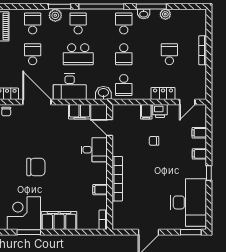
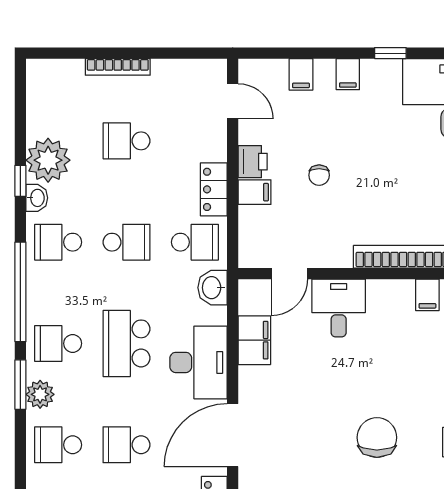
window: (151, 6) -> (20, 181), width x0.46
plant: (165, 14) -> (48, 160), width x1.88, depth x1.88
school desk: (78, 54) -> (127, 343), turned 180
locker: (163, 93) -> (214, 189), moved

